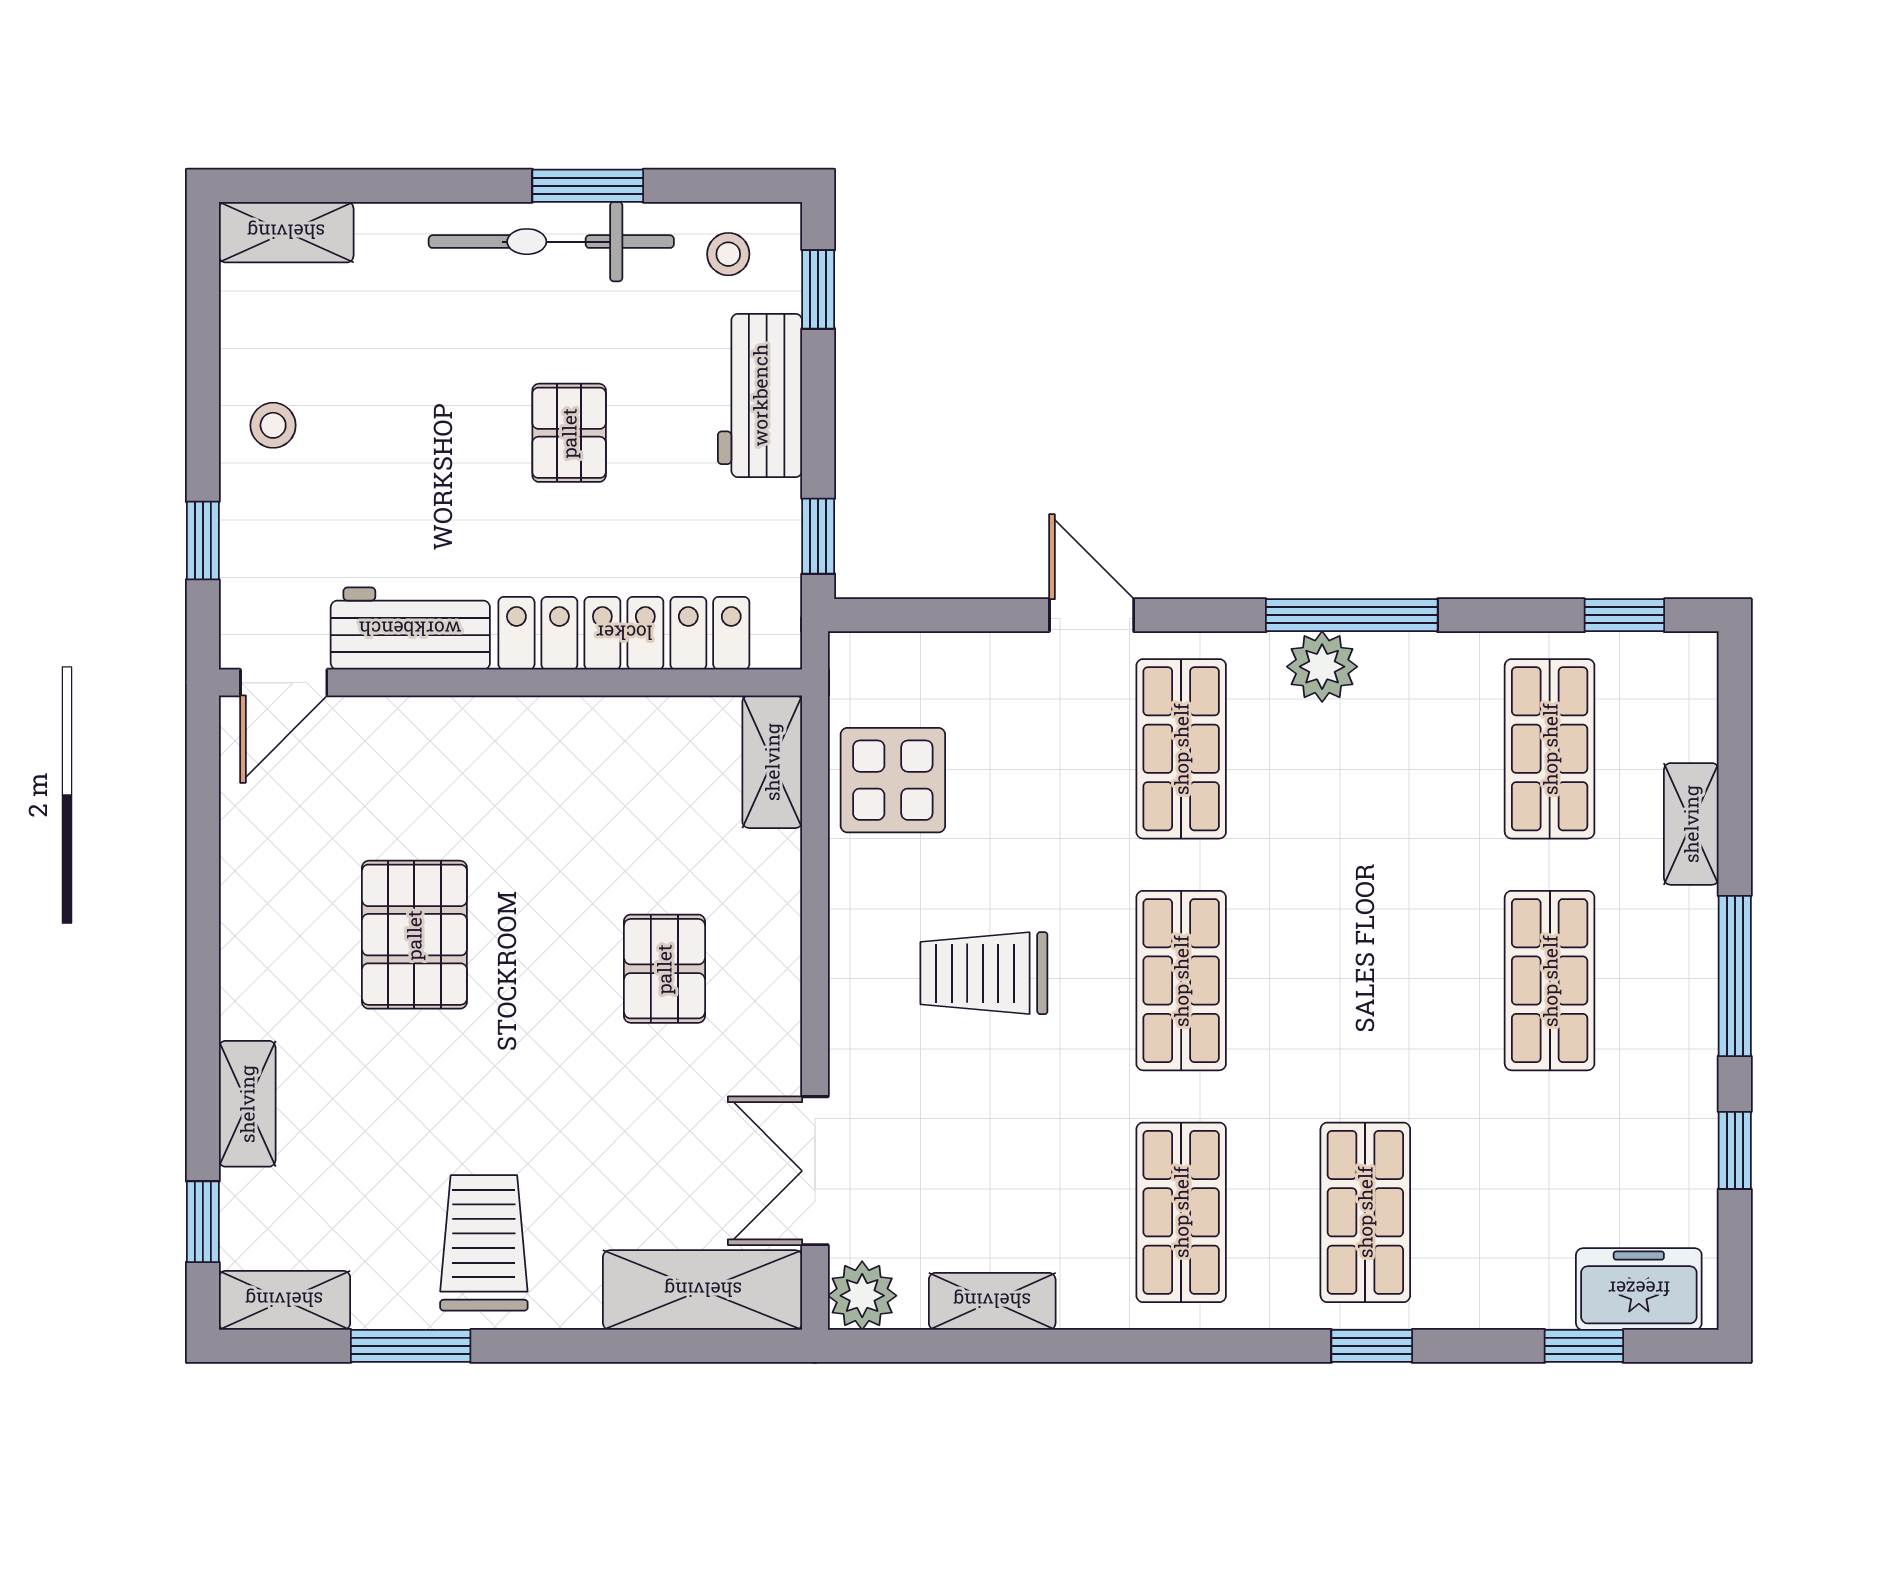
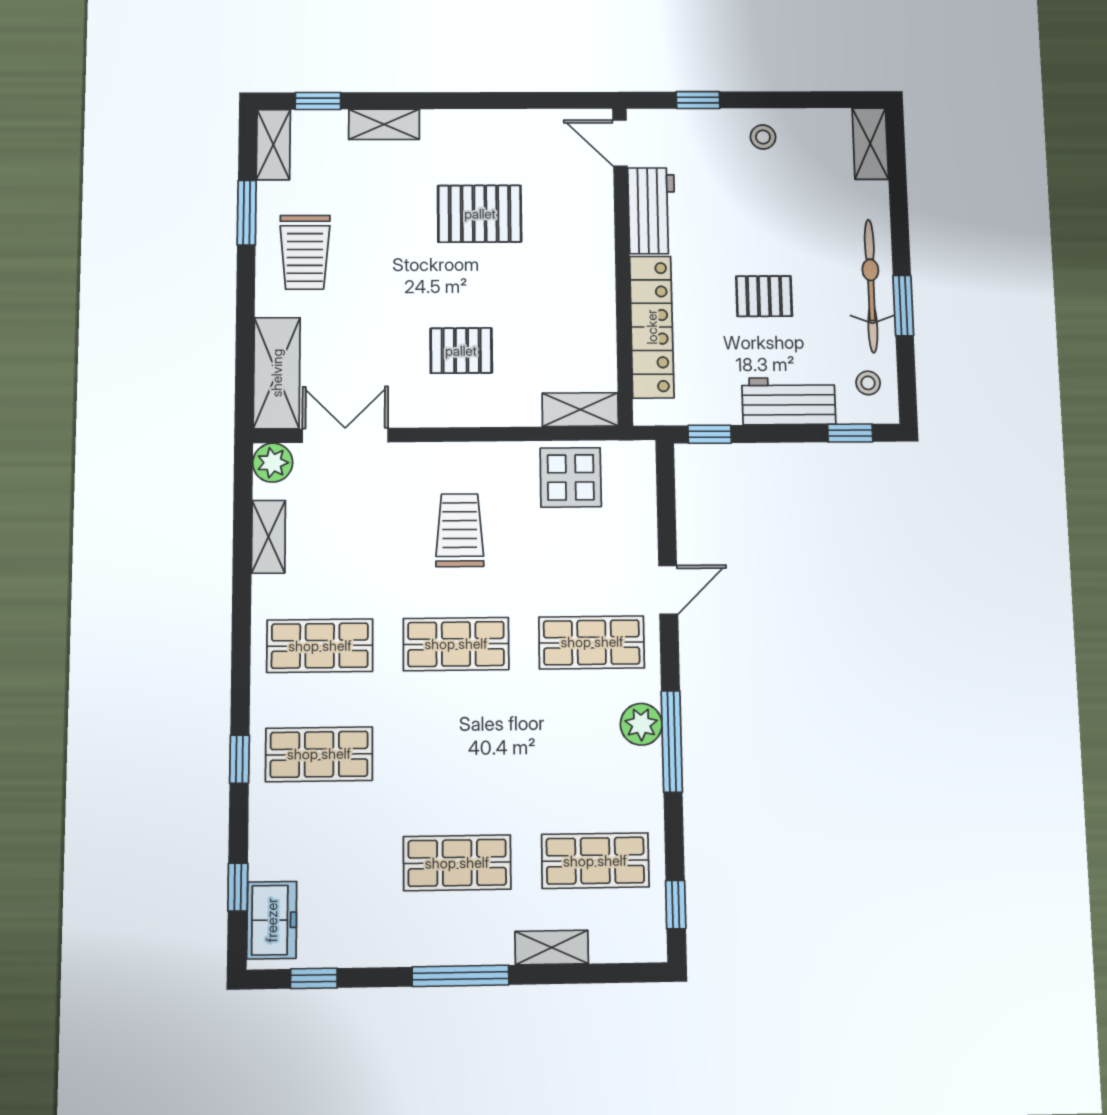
window: (1735, 1150) -> (314, 978), moved
trolley: (484, 1243) -> (305, 252), turned 90

